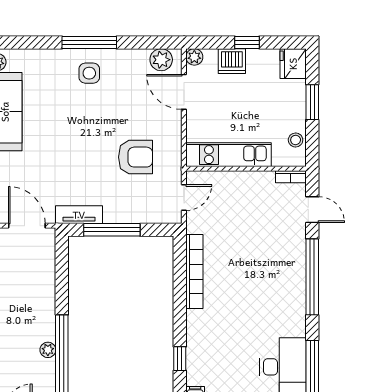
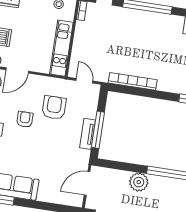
armchair: (111, 115) -> (25, 119), added
tv unit: (79, 215) -> (87, 134), moved
plant: (48, 350) -> (139, 182), moved, width x1.88, depth x1.88

